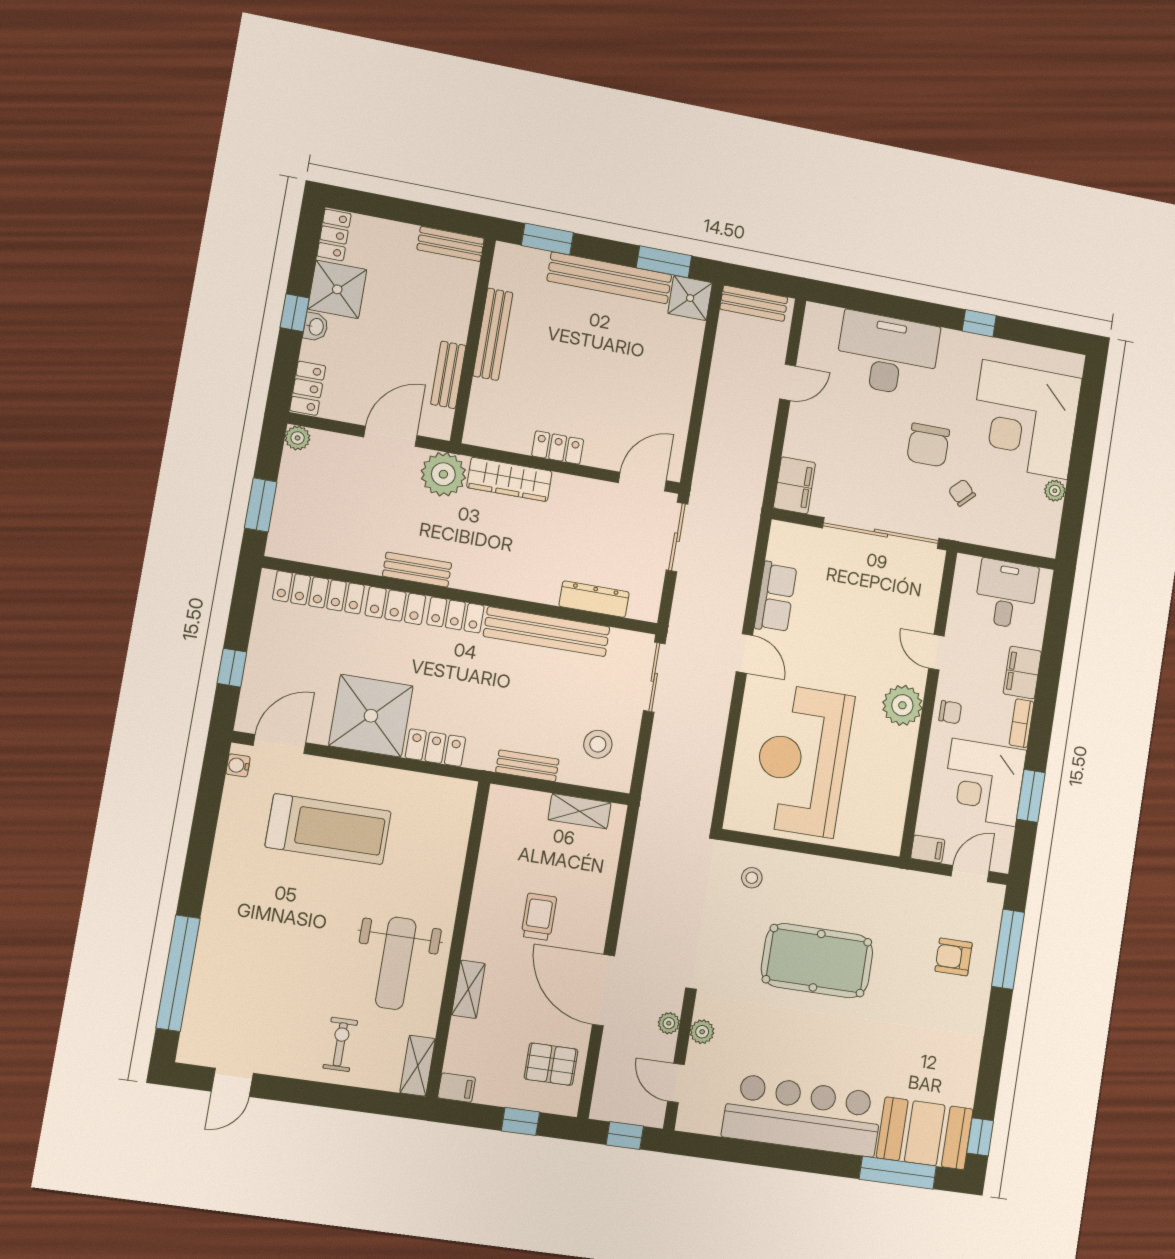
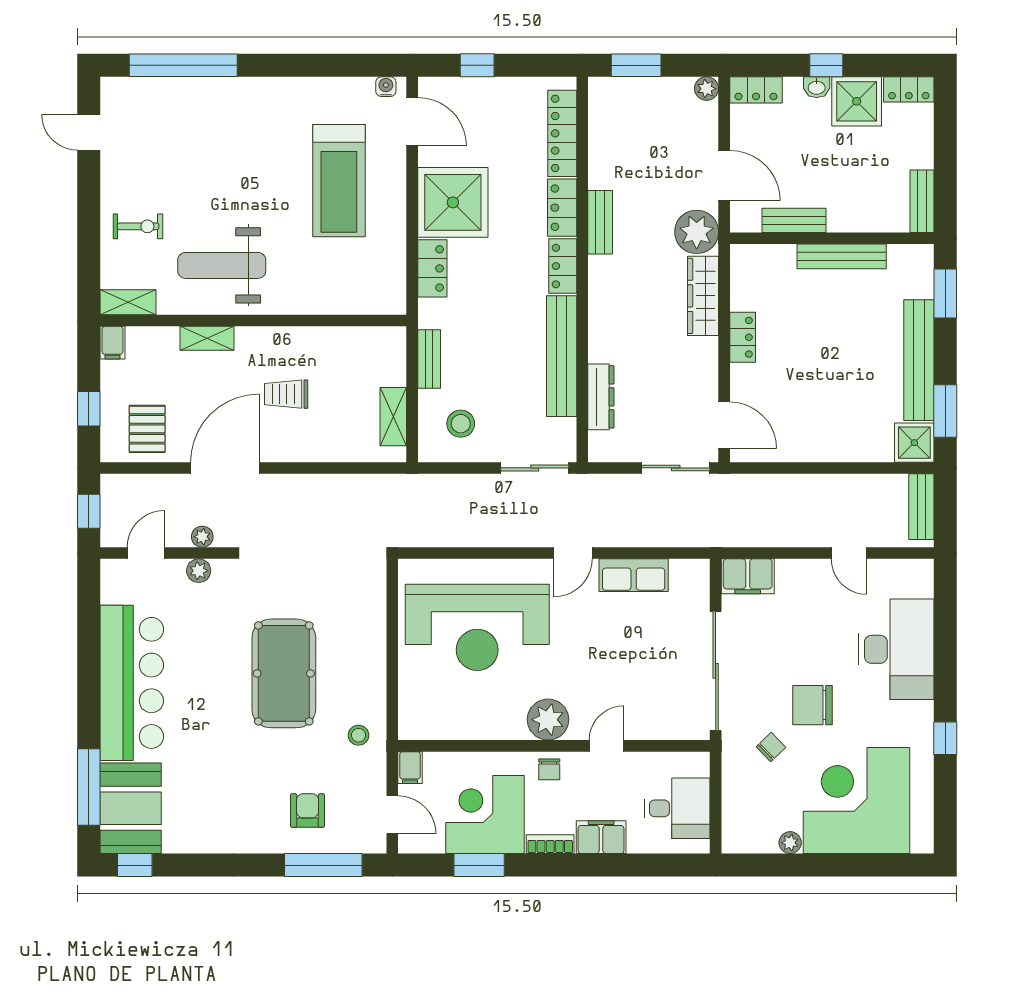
reception desk: (802, 761) -> (477, 627), turned 180
stool: (752, 878) -> (358, 735), moved
trolley: (539, 917) -> (286, 394), turned 180

